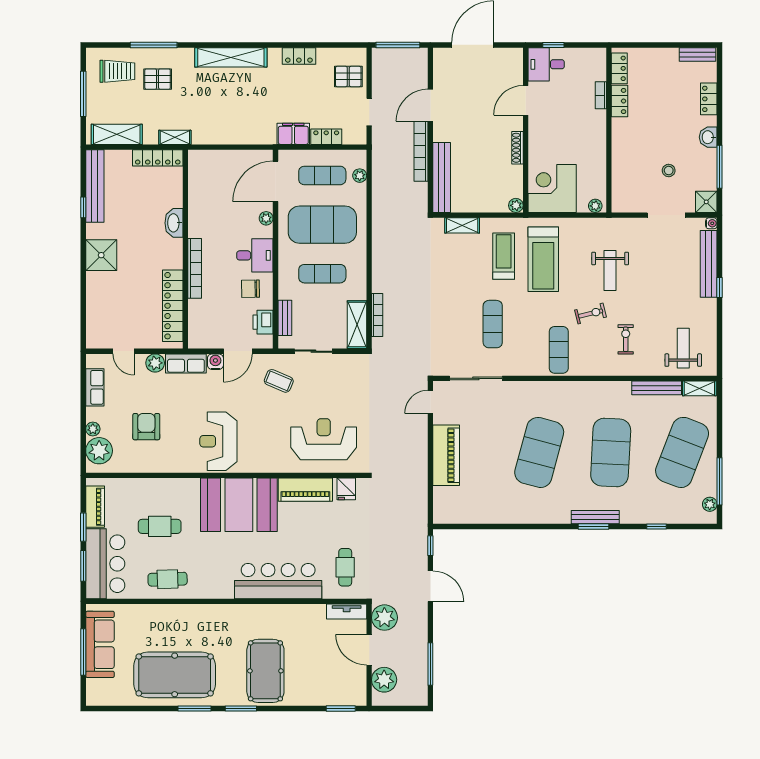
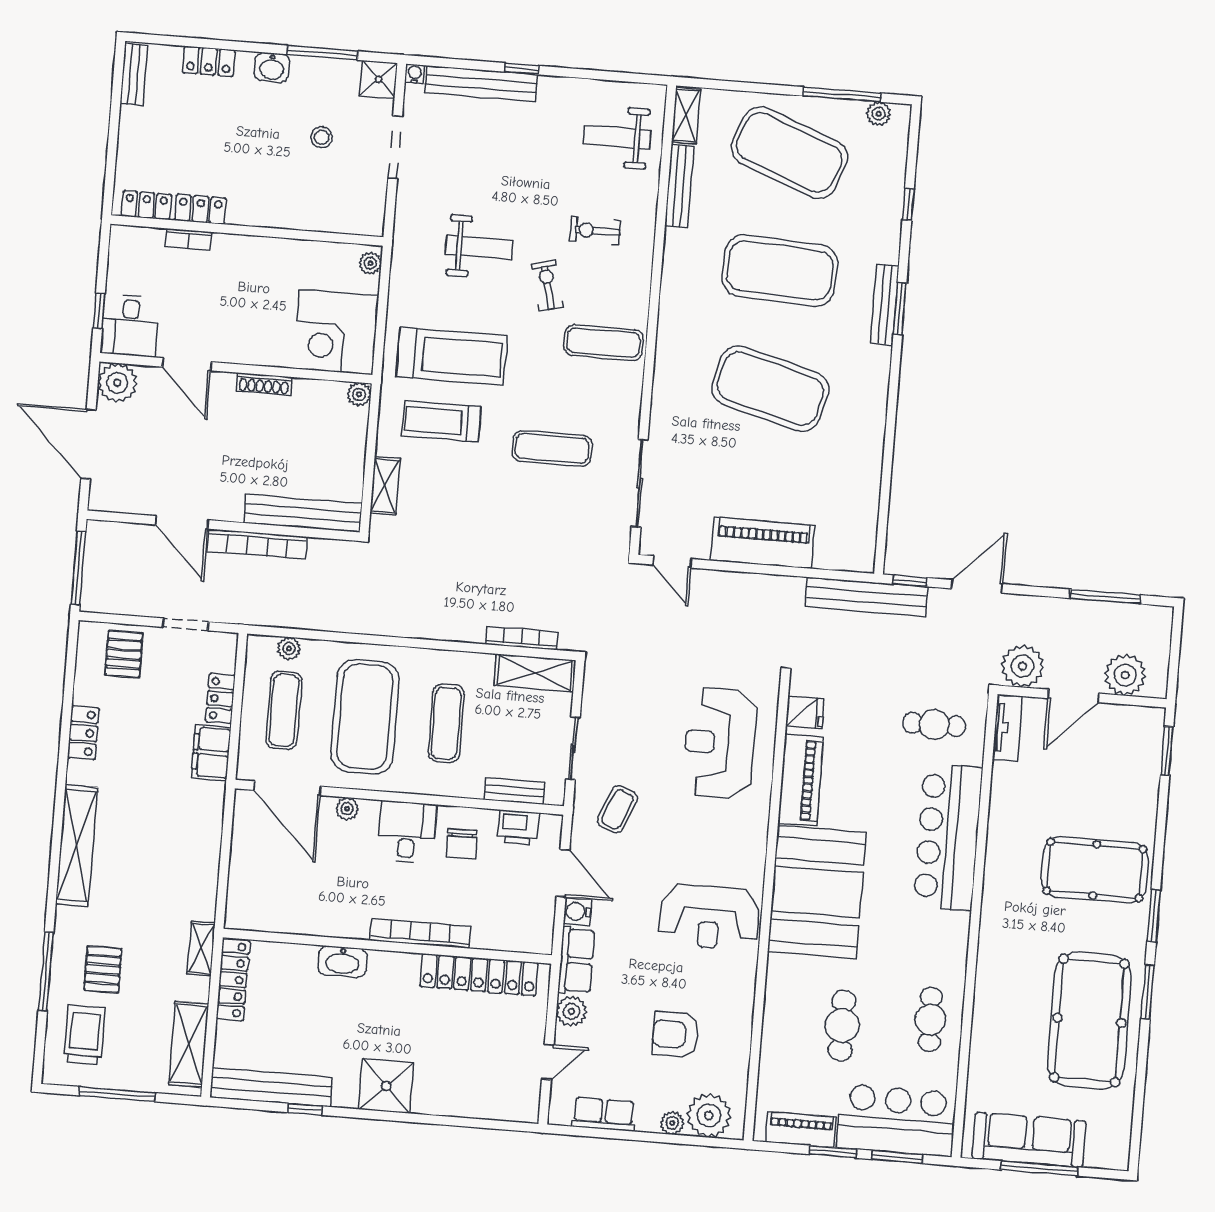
plant: (511, 59) -> (117, 383), added
bench: (419, 520) -> (867, 597), added

